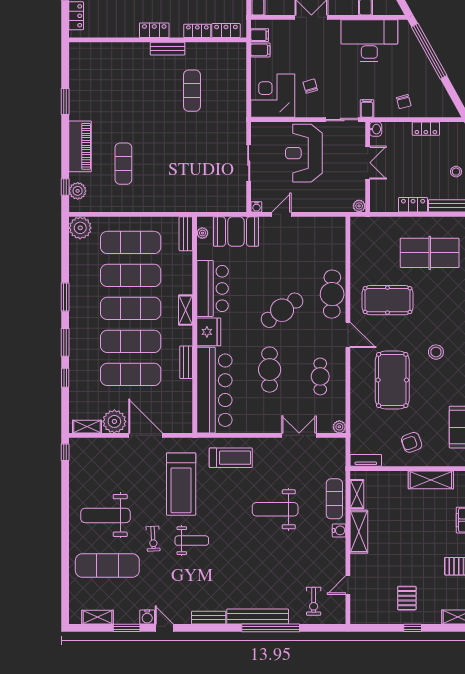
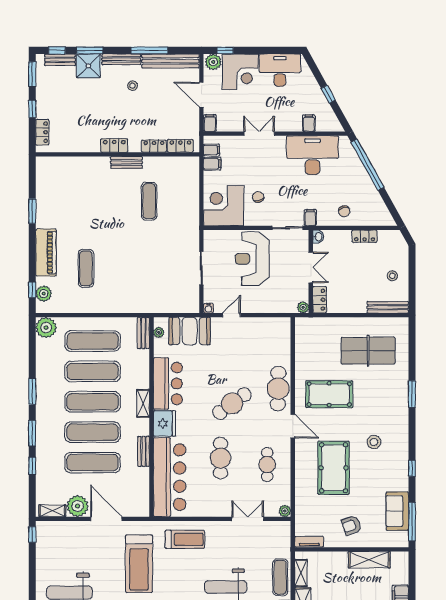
locker: (413, 205) -> (320, 300), moved, turned 90

